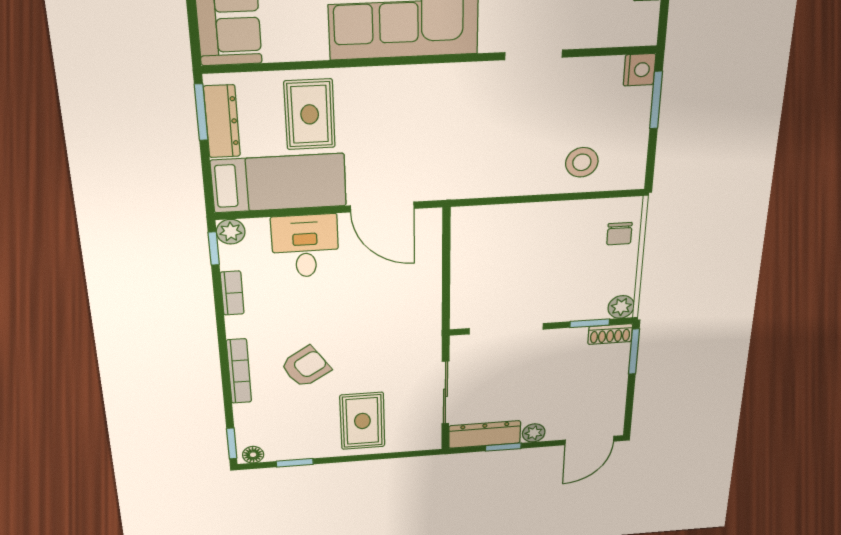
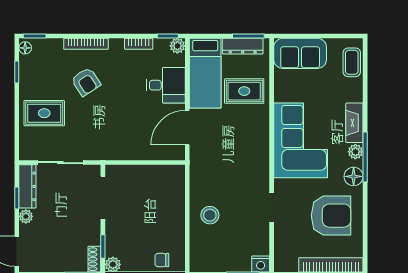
stool: (582, 162) -> (210, 215), moved

